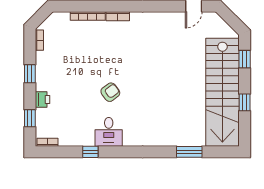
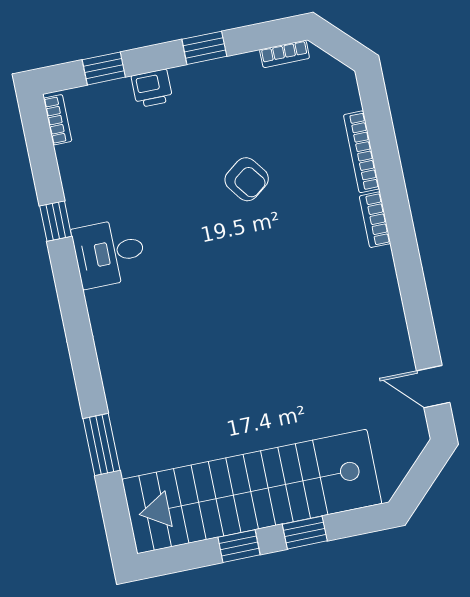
window: (245, 59) -> (305, 533), moved
armchair: (110, 92) -> (247, 179), moved

